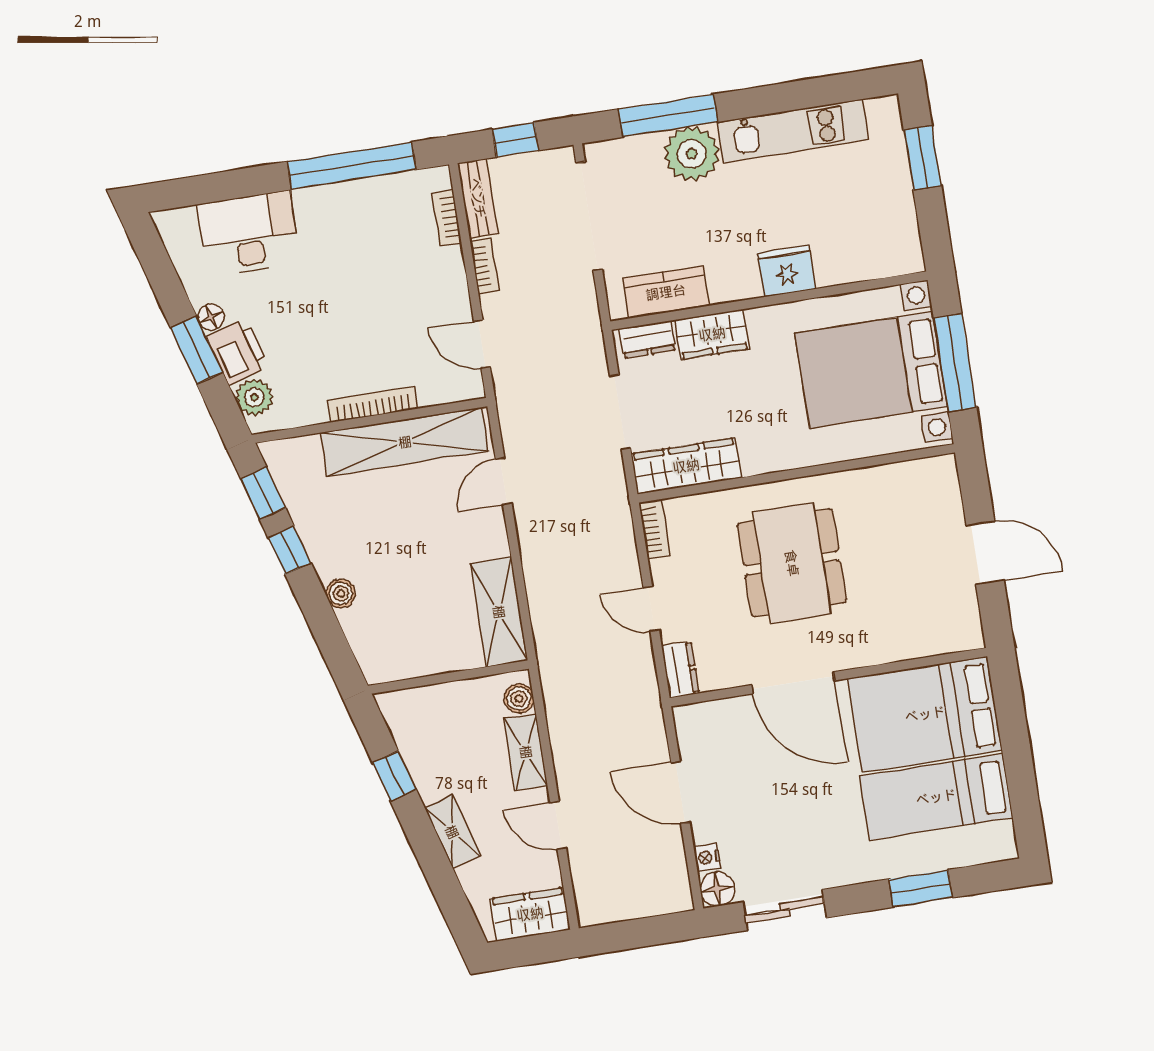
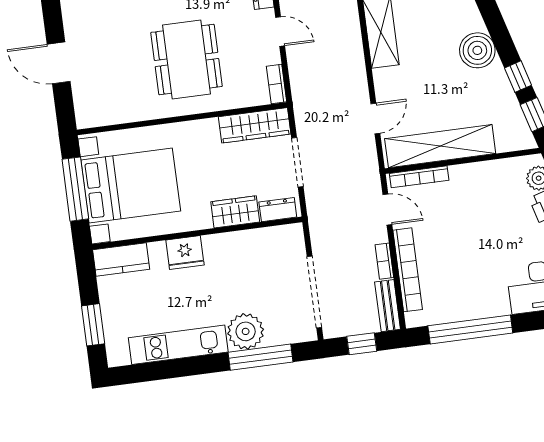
bookcase: (447, 218) -> (408, 270), width x2.31, depth x1.31
kitchen counter: (666, 292) -> (121, 259), moved
bookcase: (373, 404) -> (419, 177), moved
boiler: (341, 593) -> (477, 50), width x1.86, depth x1.86

